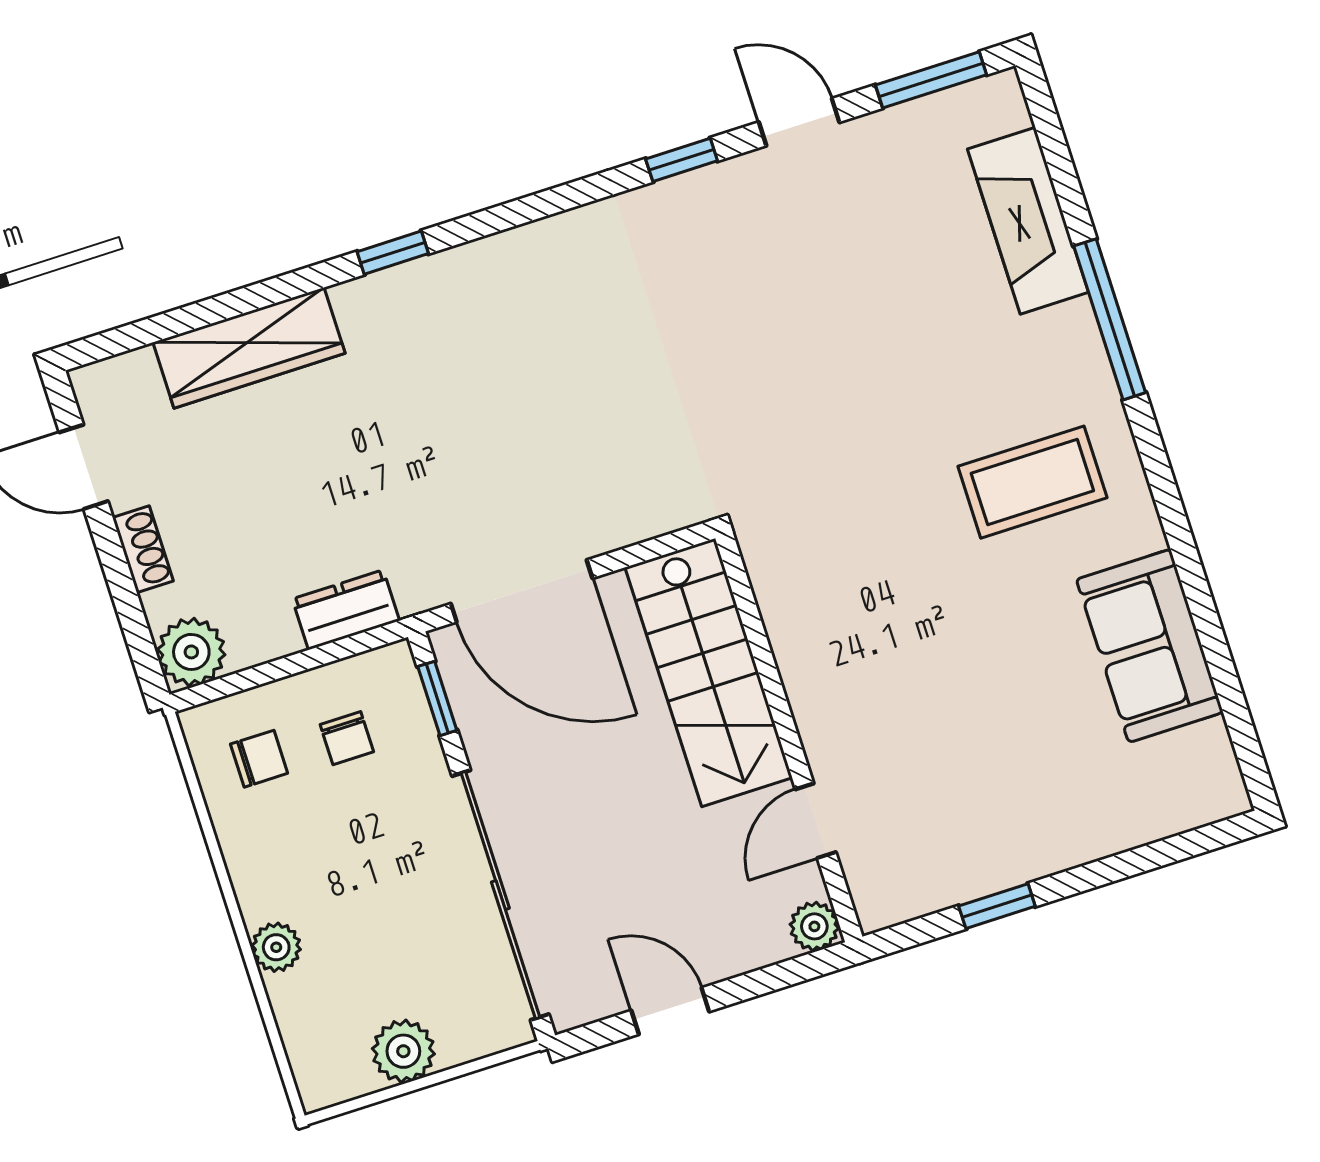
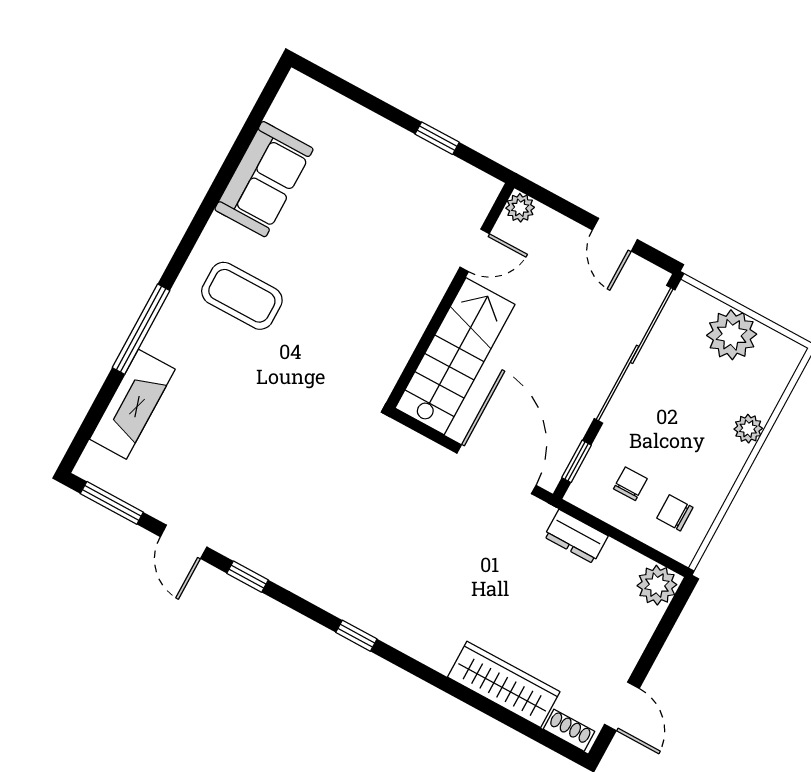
window: (393, 253) -> (356, 636), moved
shoe rack: (143, 549) -> (569, 730), moved, turned 90
plant: (403, 1051) -> (732, 335), width x1.36, depth x1.36

